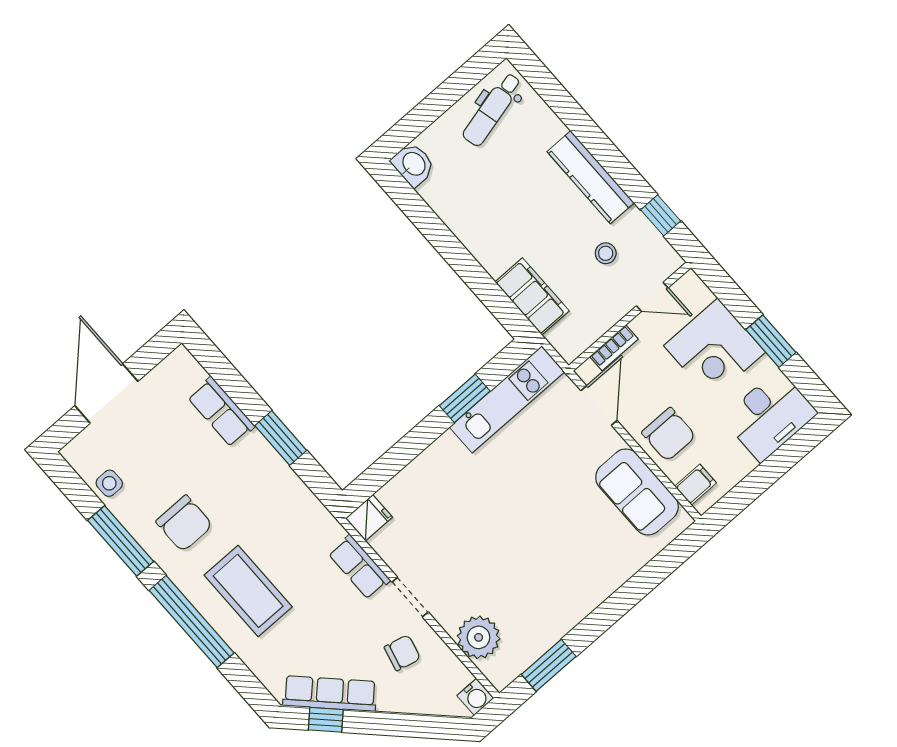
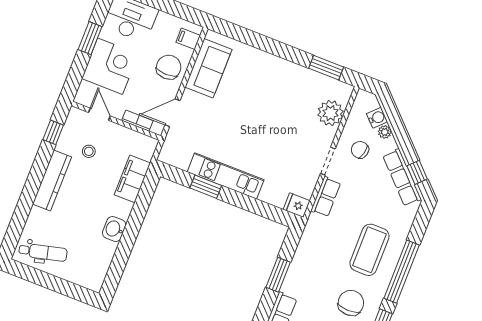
washbasin: (413, 164) -> (114, 229), moved
kitchen unit: (507, 399) -> (226, 176), moved
water cooler: (475, 697) -> (377, 118), moved, turned 45
plant: (410, 703) -> (385, 132), added

